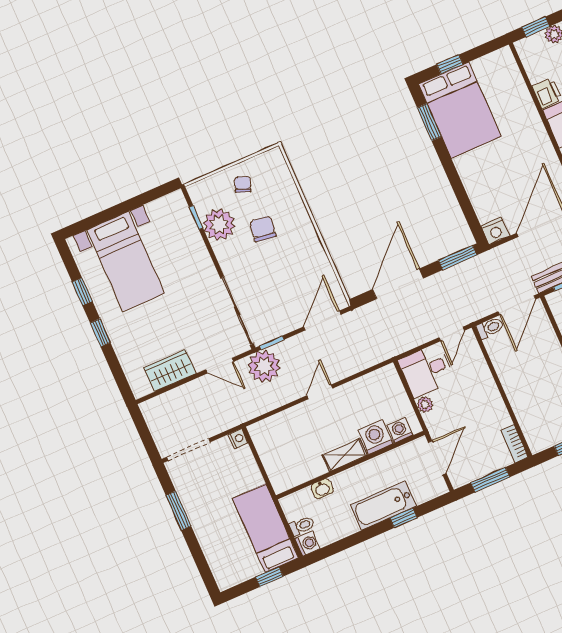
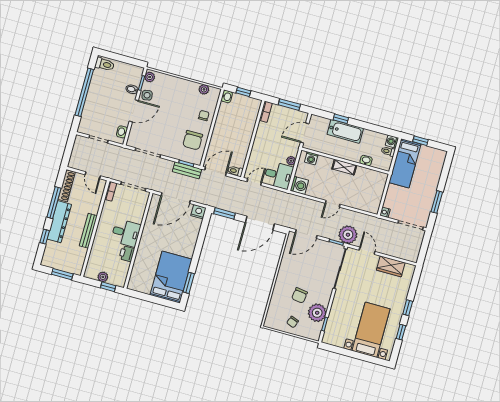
window: (450, 64) -> (159, 301), removed
washing machine: (376, 437) -> (299, 185), moved, turned -90

